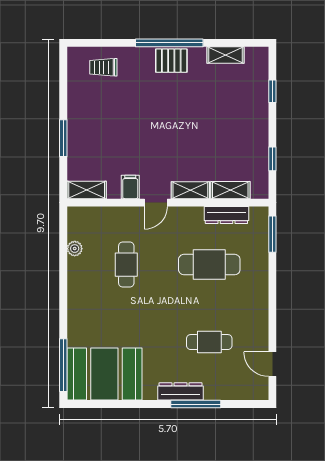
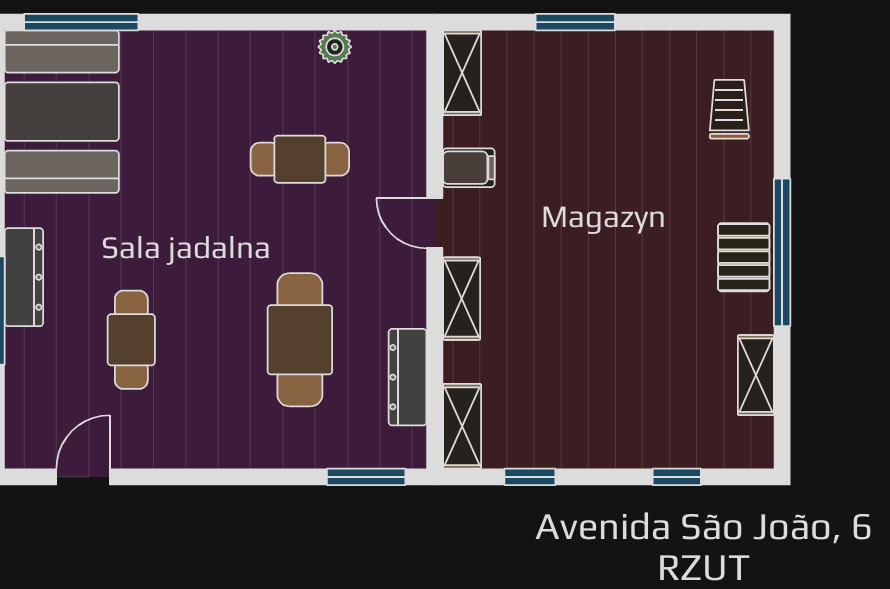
shelving: (230, 190) -> (462, 426), moved

